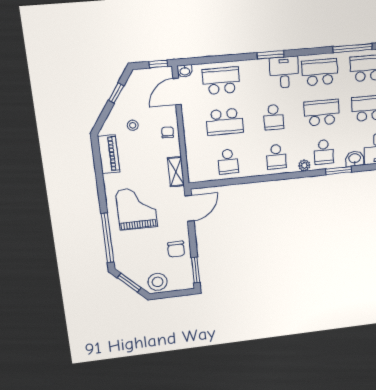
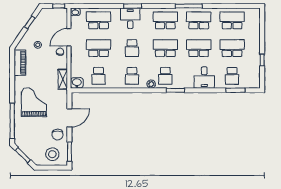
desk: (284, 72) -> (130, 18), moved
door: (177, 91) -> (69, 37), moved
school desk: (225, 122) -> (99, 48), turned 180
washbasin: (355, 159) -> (77, 83), moved
door: (189, 208) -> (69, 118), moved
stool: (158, 282) -> (52, 154), moved

